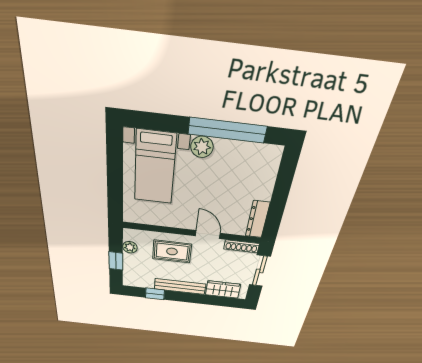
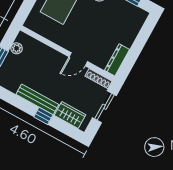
door: (208, 235) -> (78, 59), swing flipped
rug: (172, 251) -> (46, 64), removed
window: (155, 294) -> (43, 116), moved

